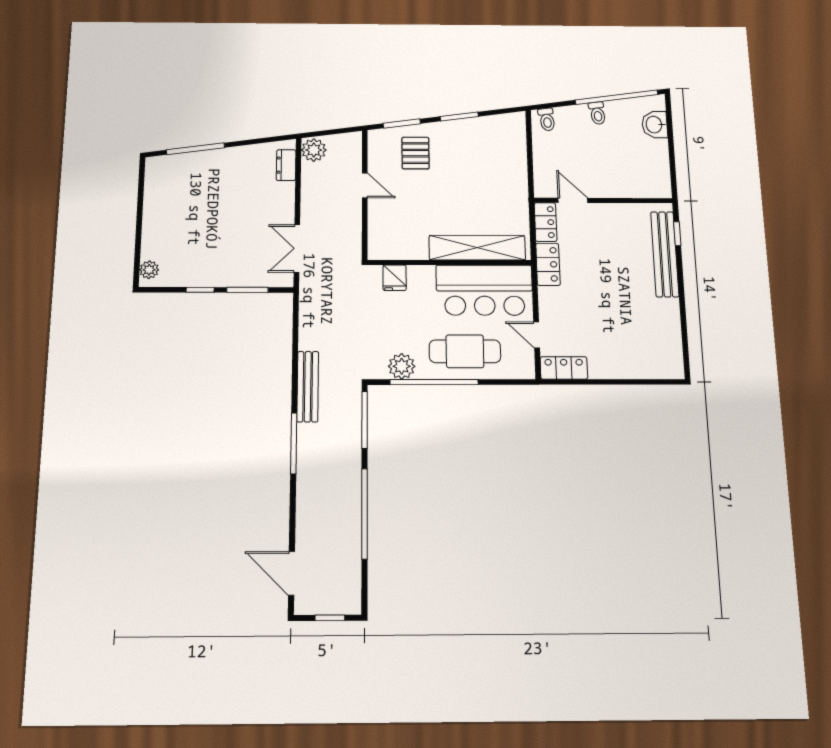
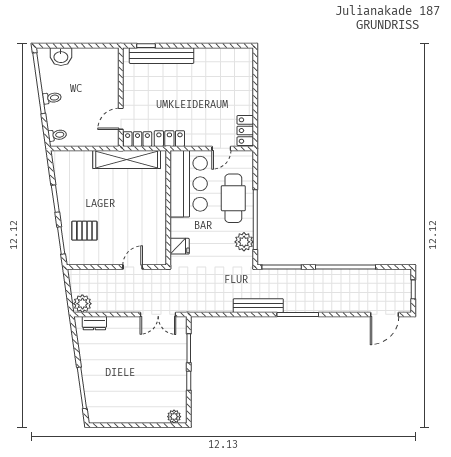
door: (365, 185) -> (133, 267), moved
shelving: (477, 248) -> (127, 160), moved, turned 90

